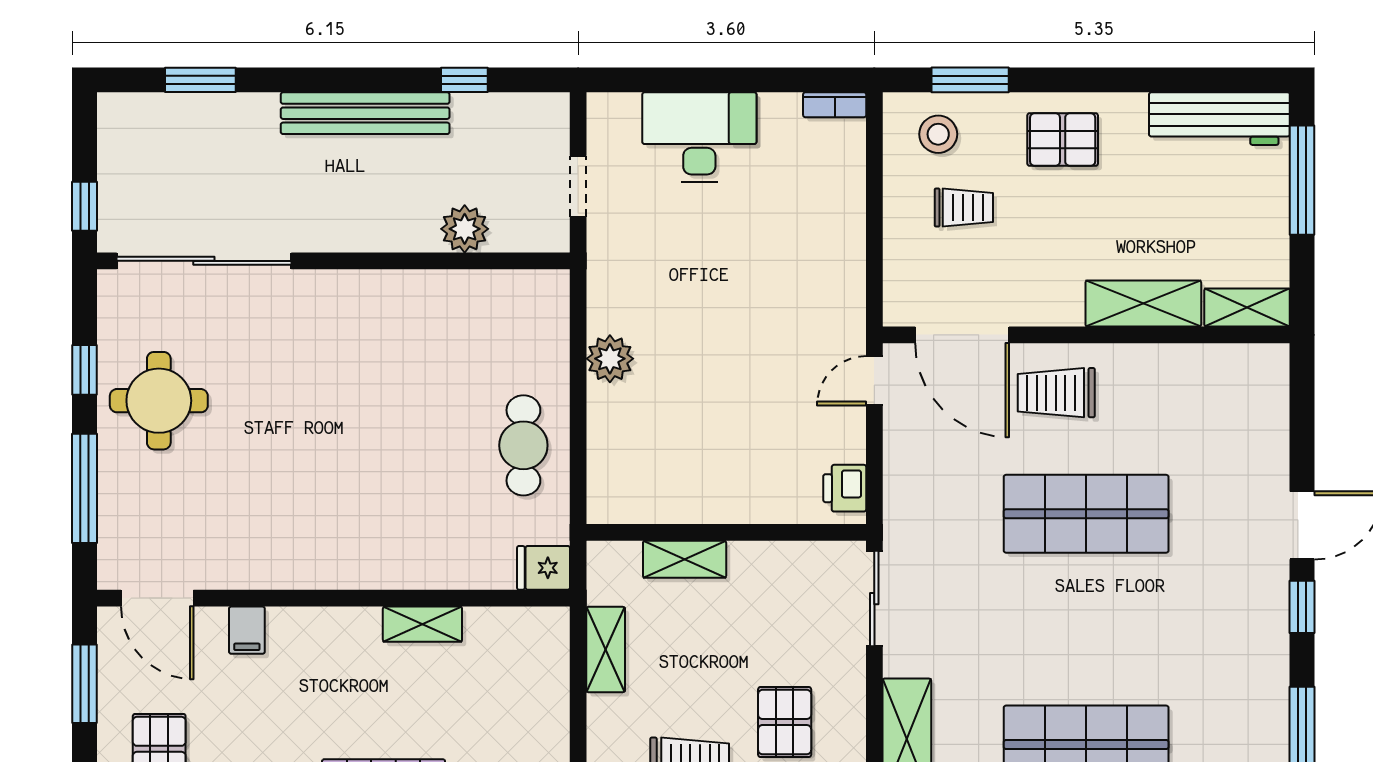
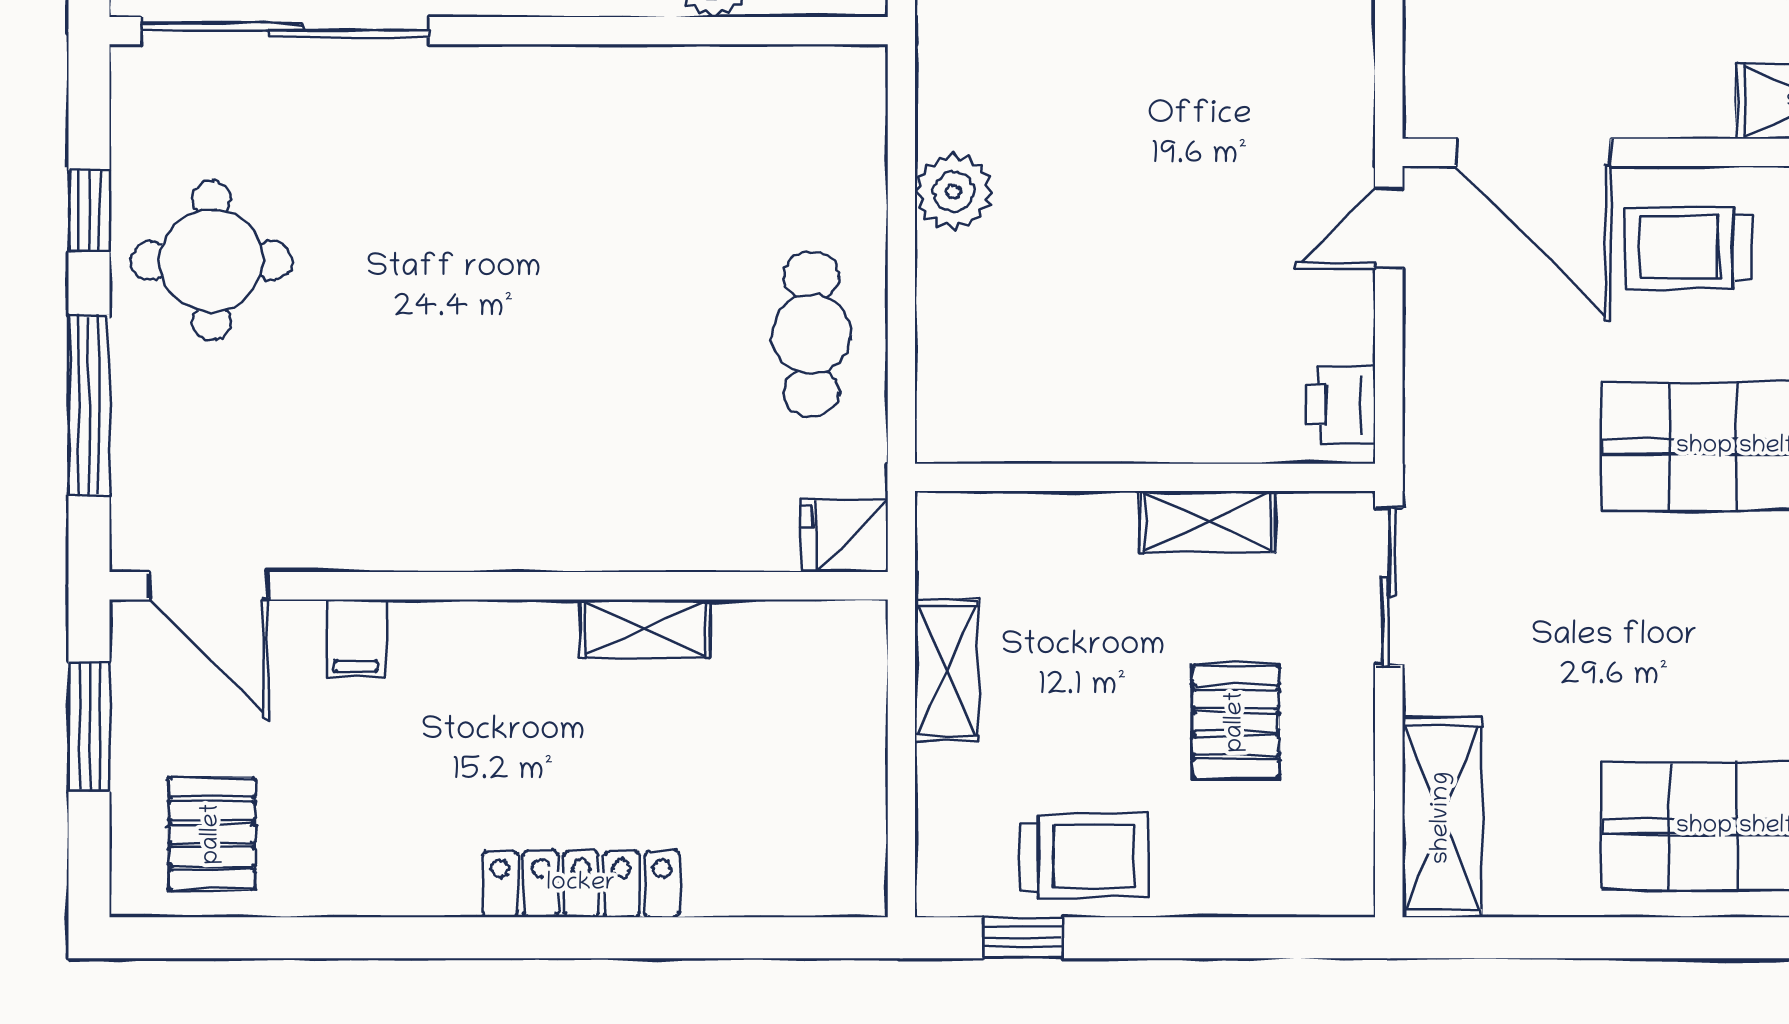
shelving: (685, 559) -> (1207, 522), moved
pallet: (785, 722) -> (1236, 722), moved

